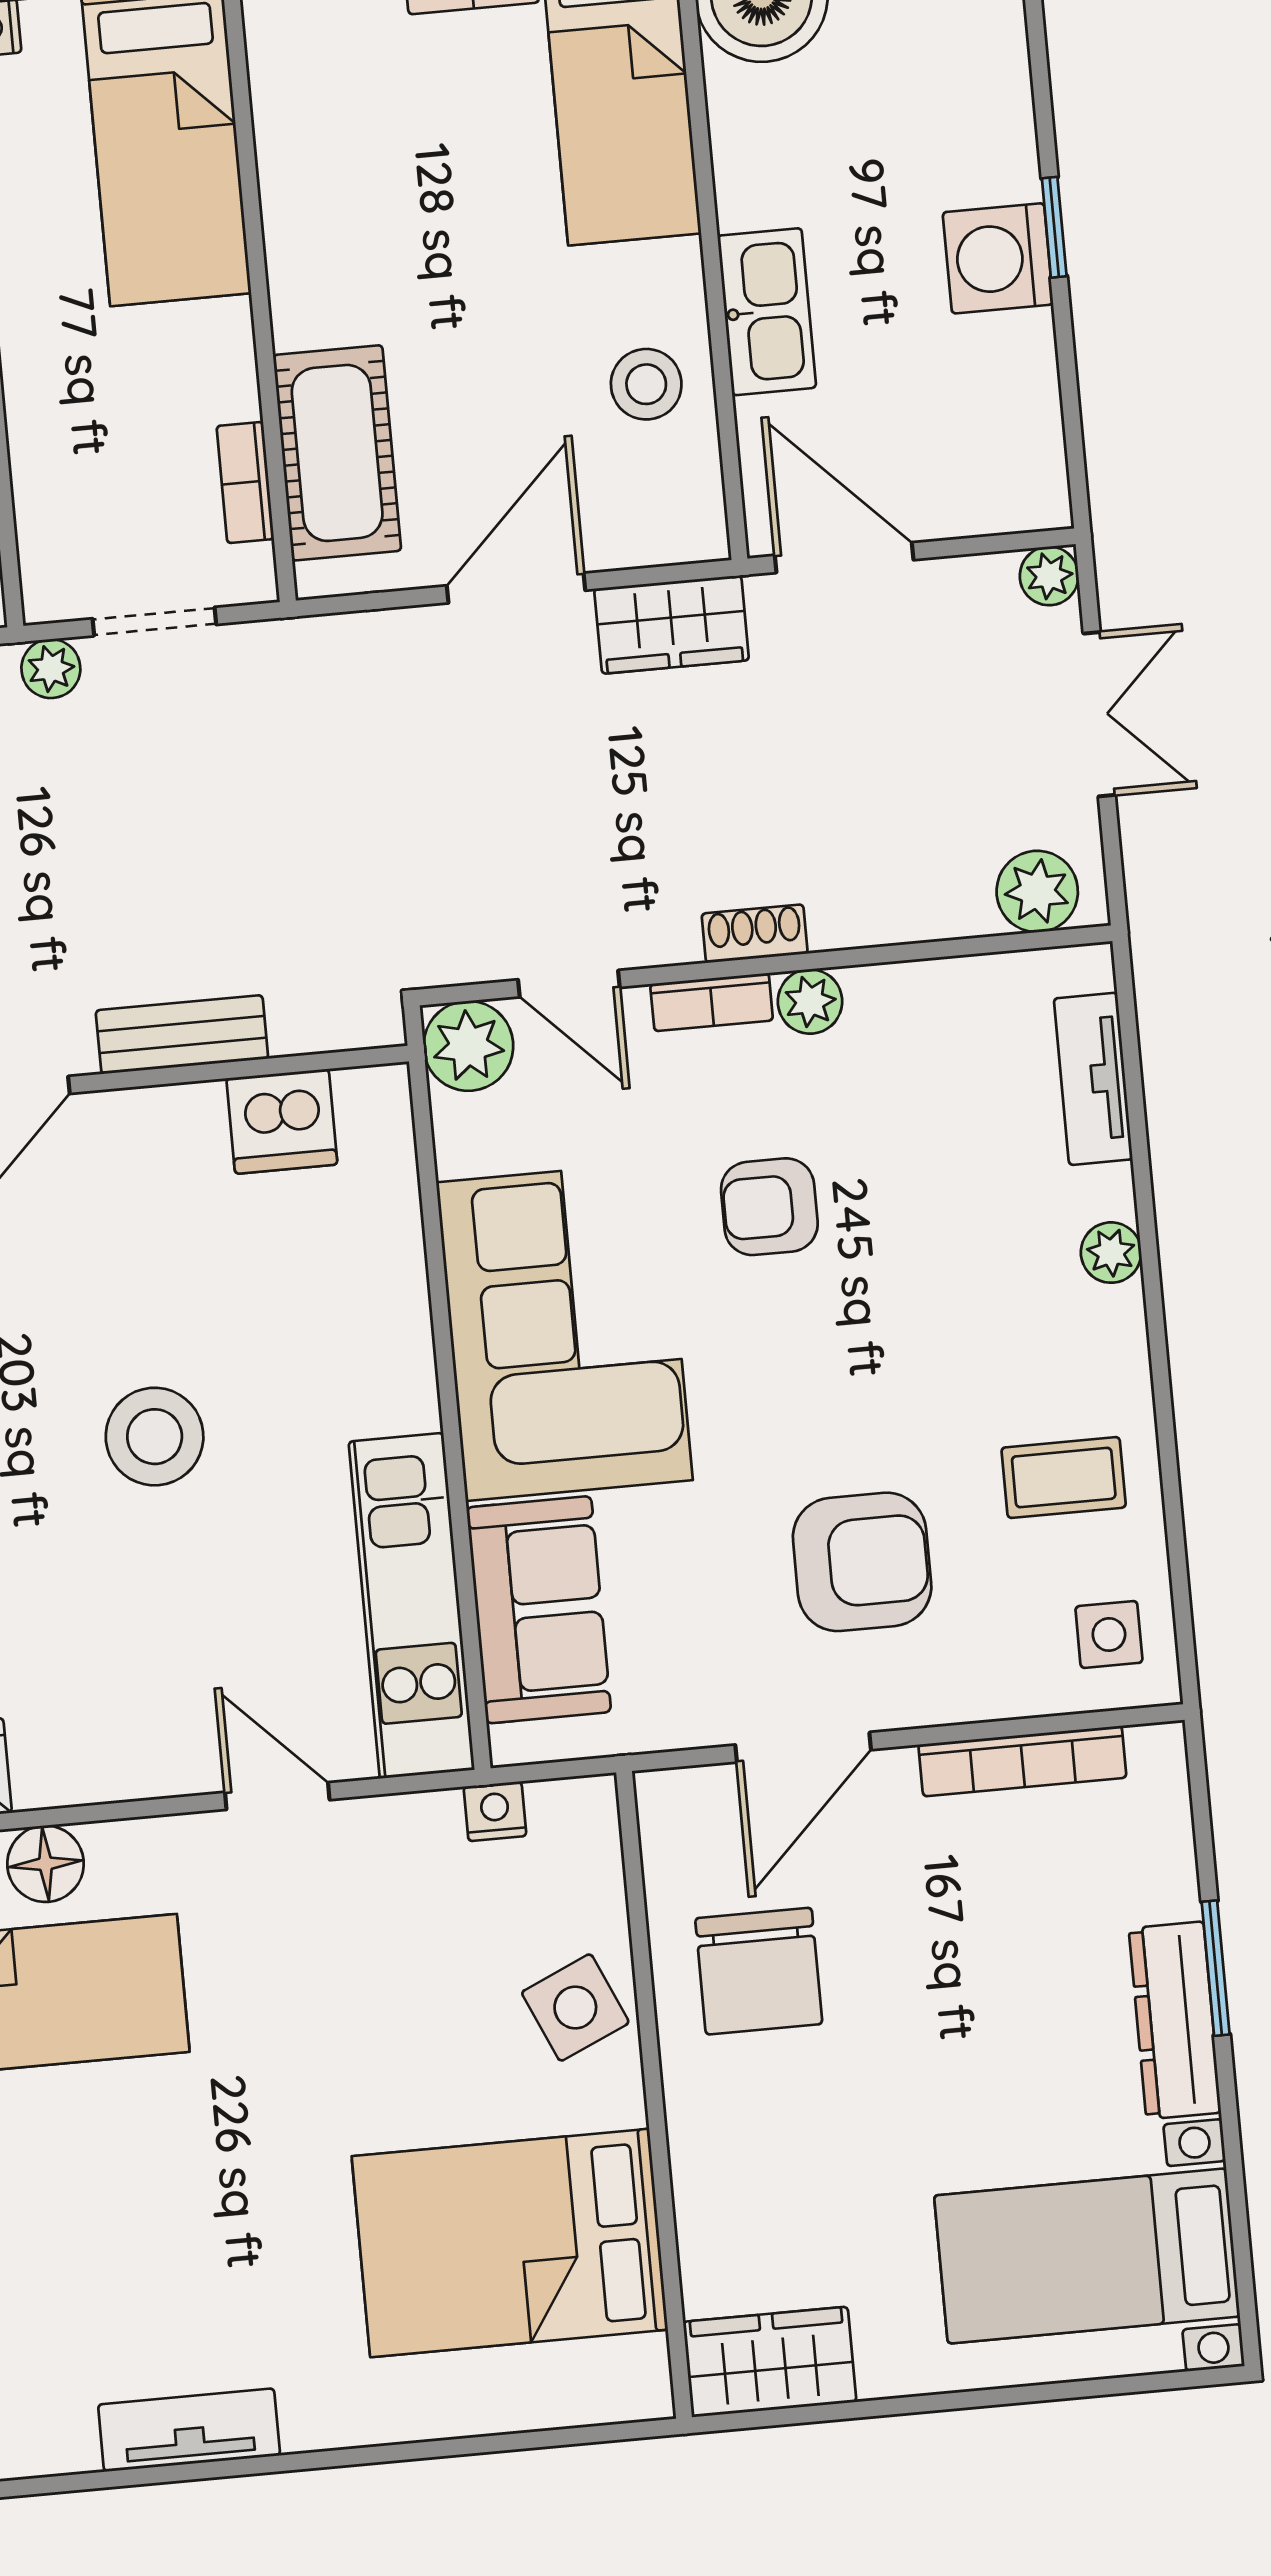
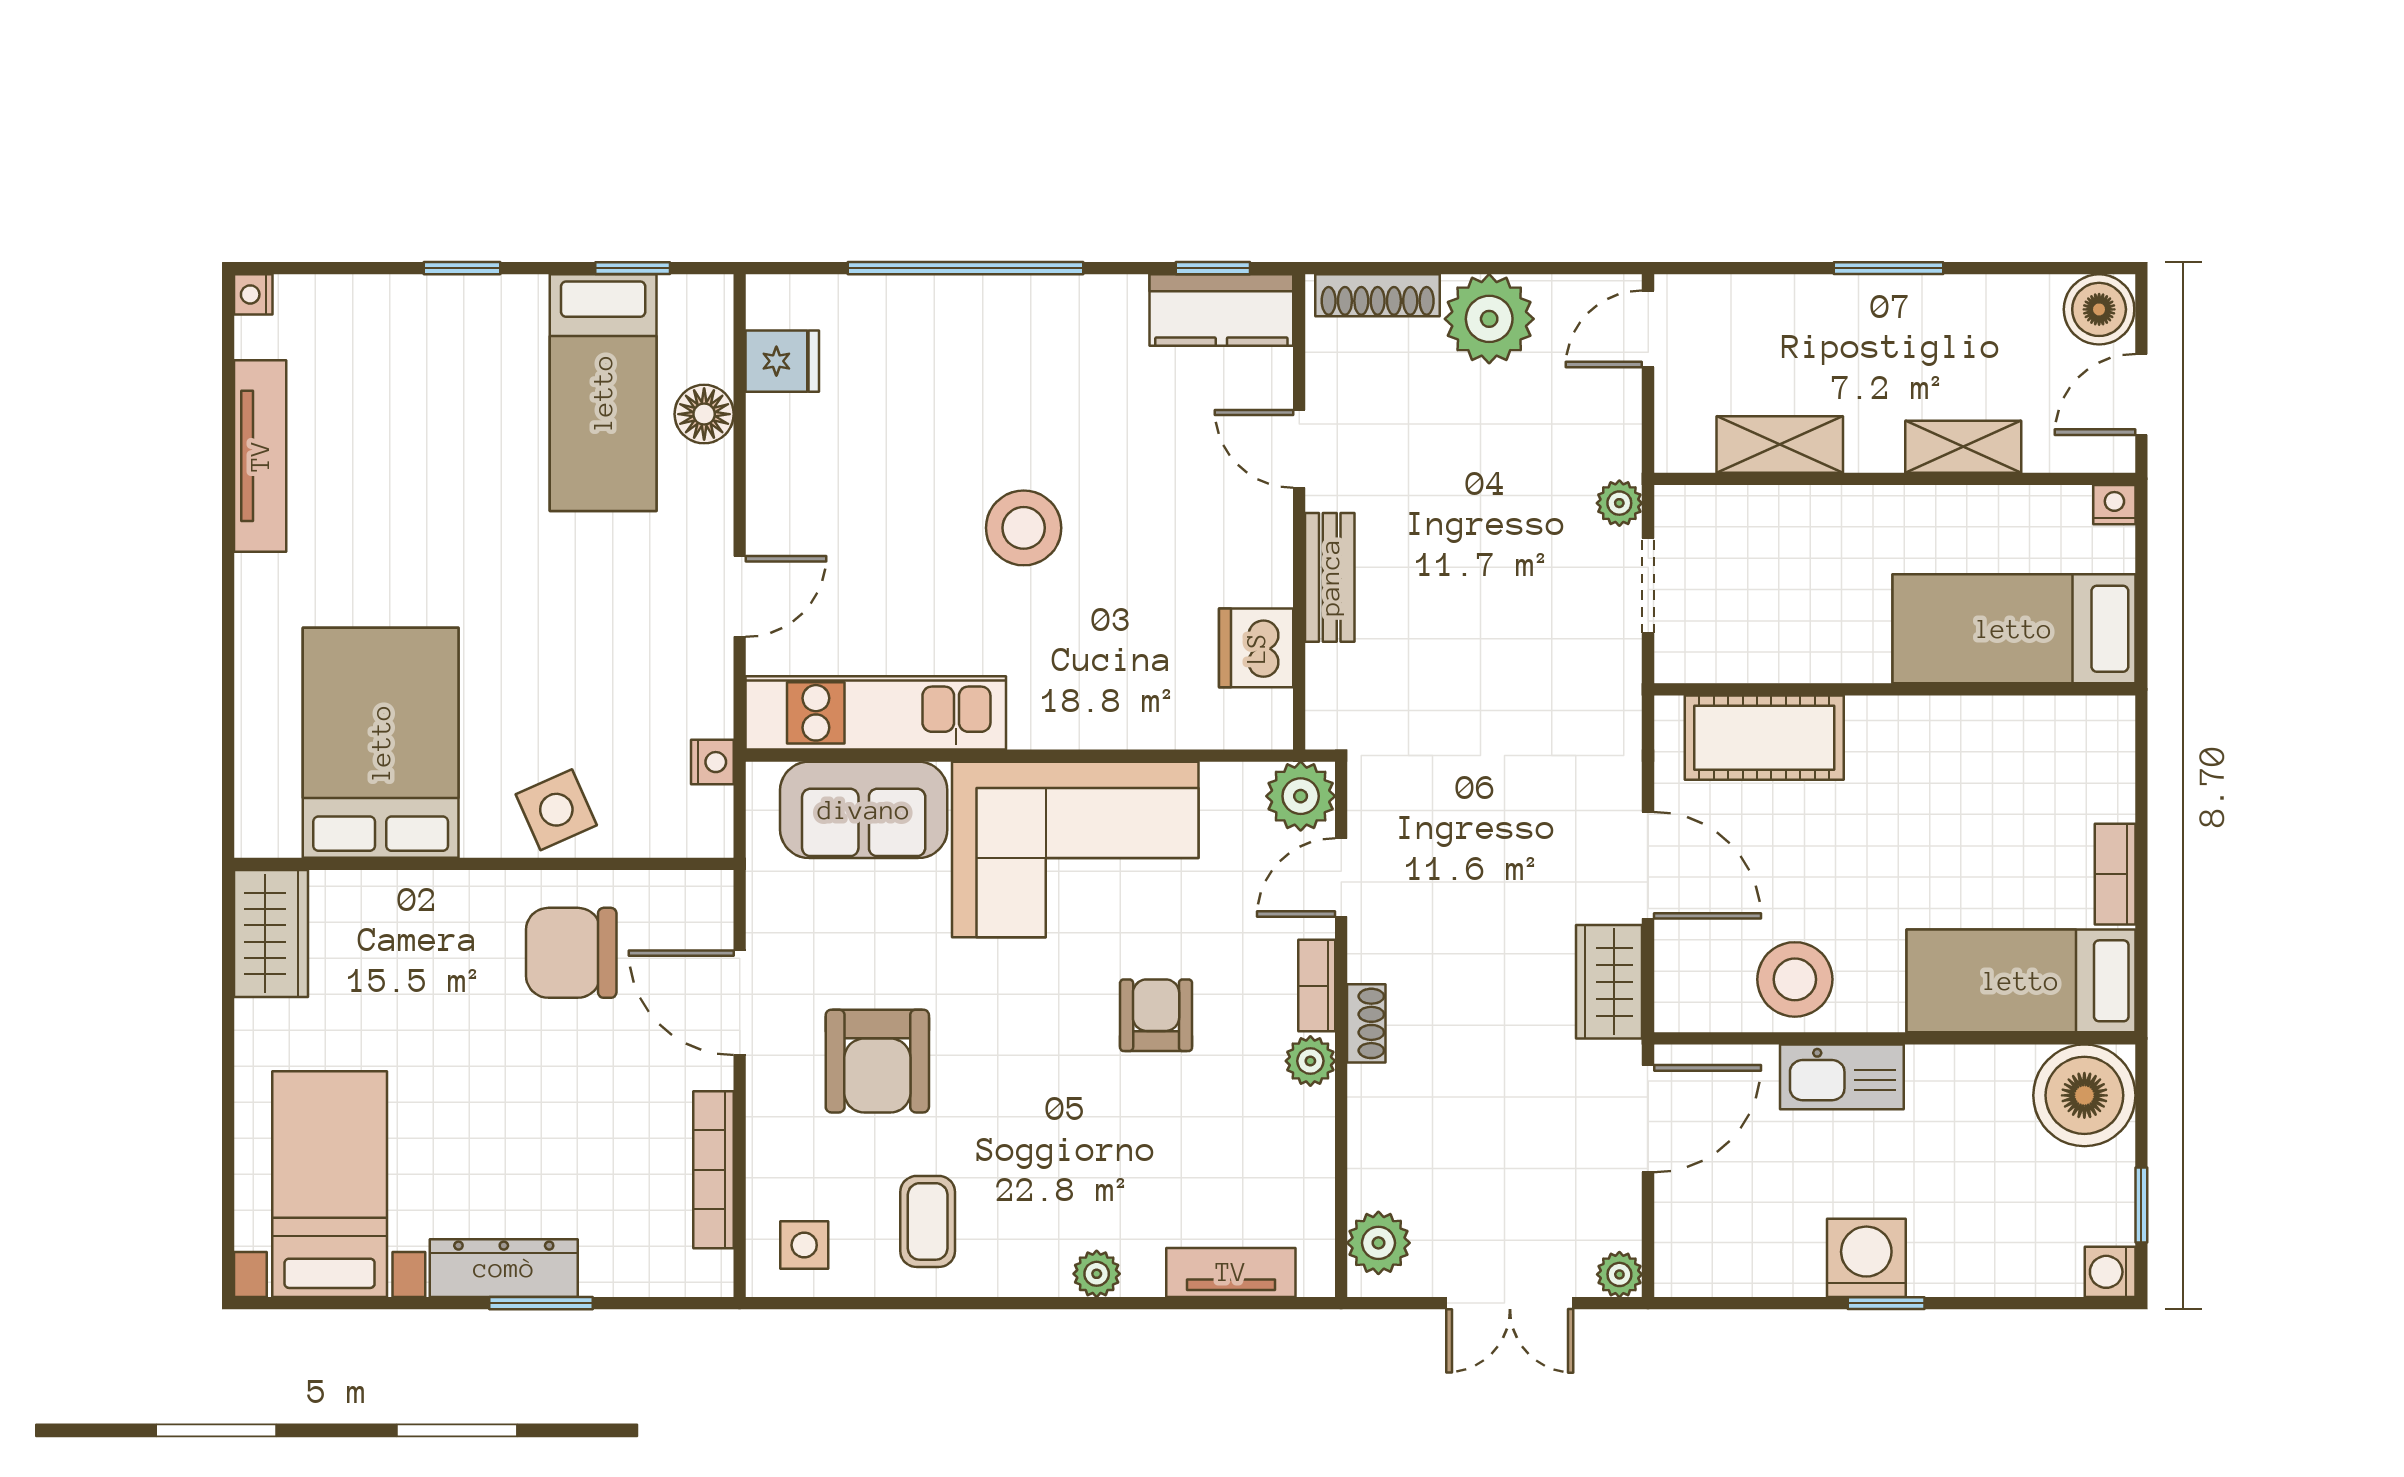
stool: (646, 384) -> (1795, 979), width x1.38, depth x1.38
bookcase: (245, 482) -> (1748, 665), removed
tv unit: (189, 2430) -> (260, 456), width x1.41

